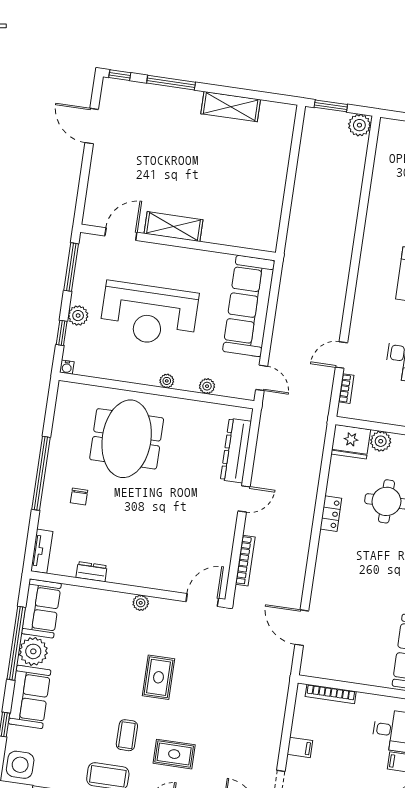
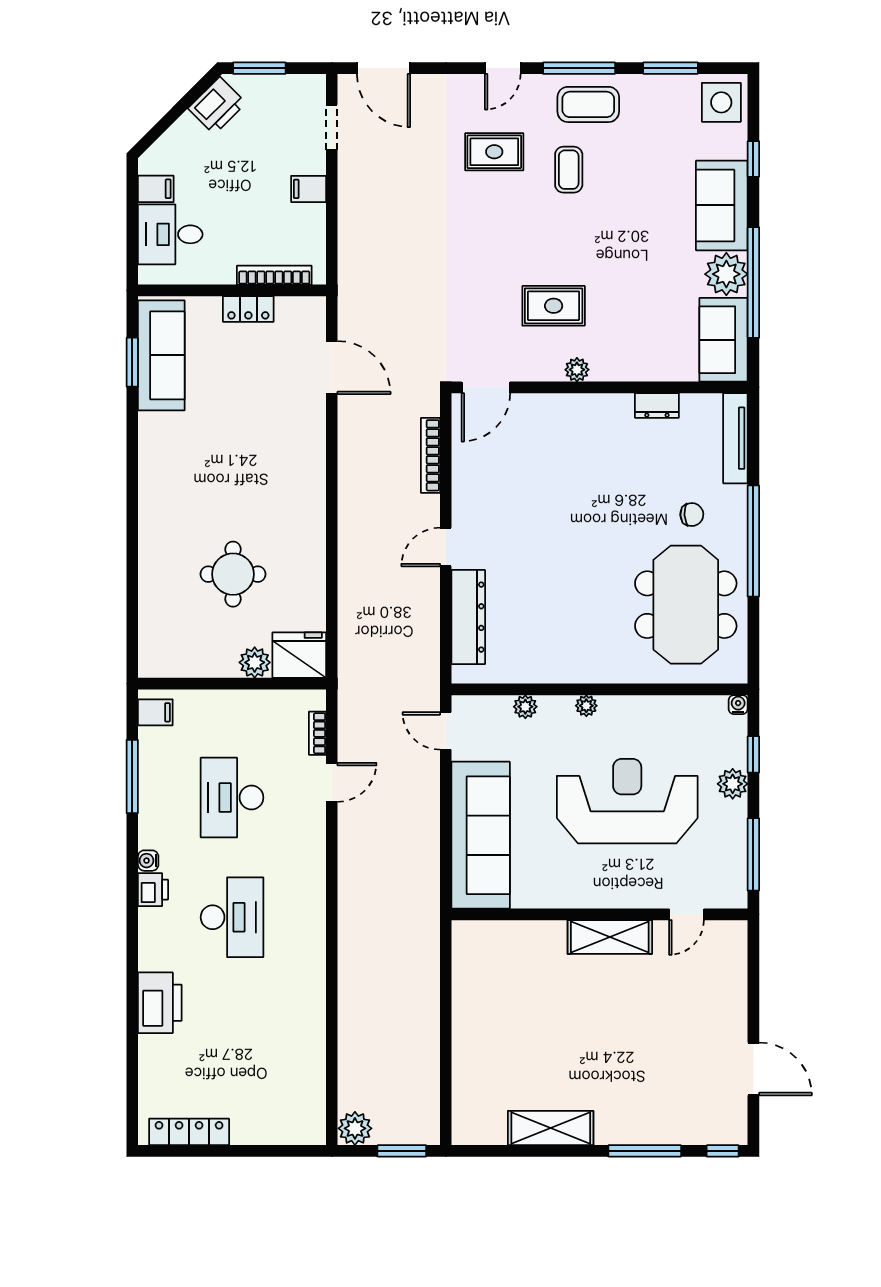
door: (121, 234) -> (686, 914), width x0.73
meeting table: (127, 439) -> (686, 605), moved
chair: (79, 497) -> (692, 515), turned 87
locker: (331, 514) -> (248, 309), moved, turned -90
tv unit: (42, 551) -> (735, 438), width x1.41
rug: (158, 677) -> (554, 306), moved, turned 90

